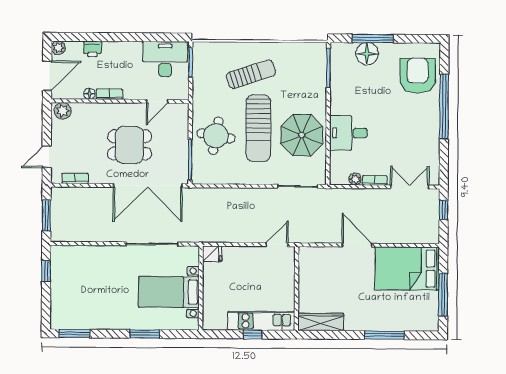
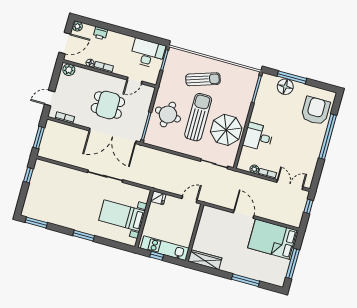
sun lounger: (258, 128) -> (198, 117), turned 180
fridge: (212, 254) -> (158, 198), moved
wall: (201, 288) -> (144, 219), moved
bed with nightstands: (169, 292) -> (122, 216), moved

